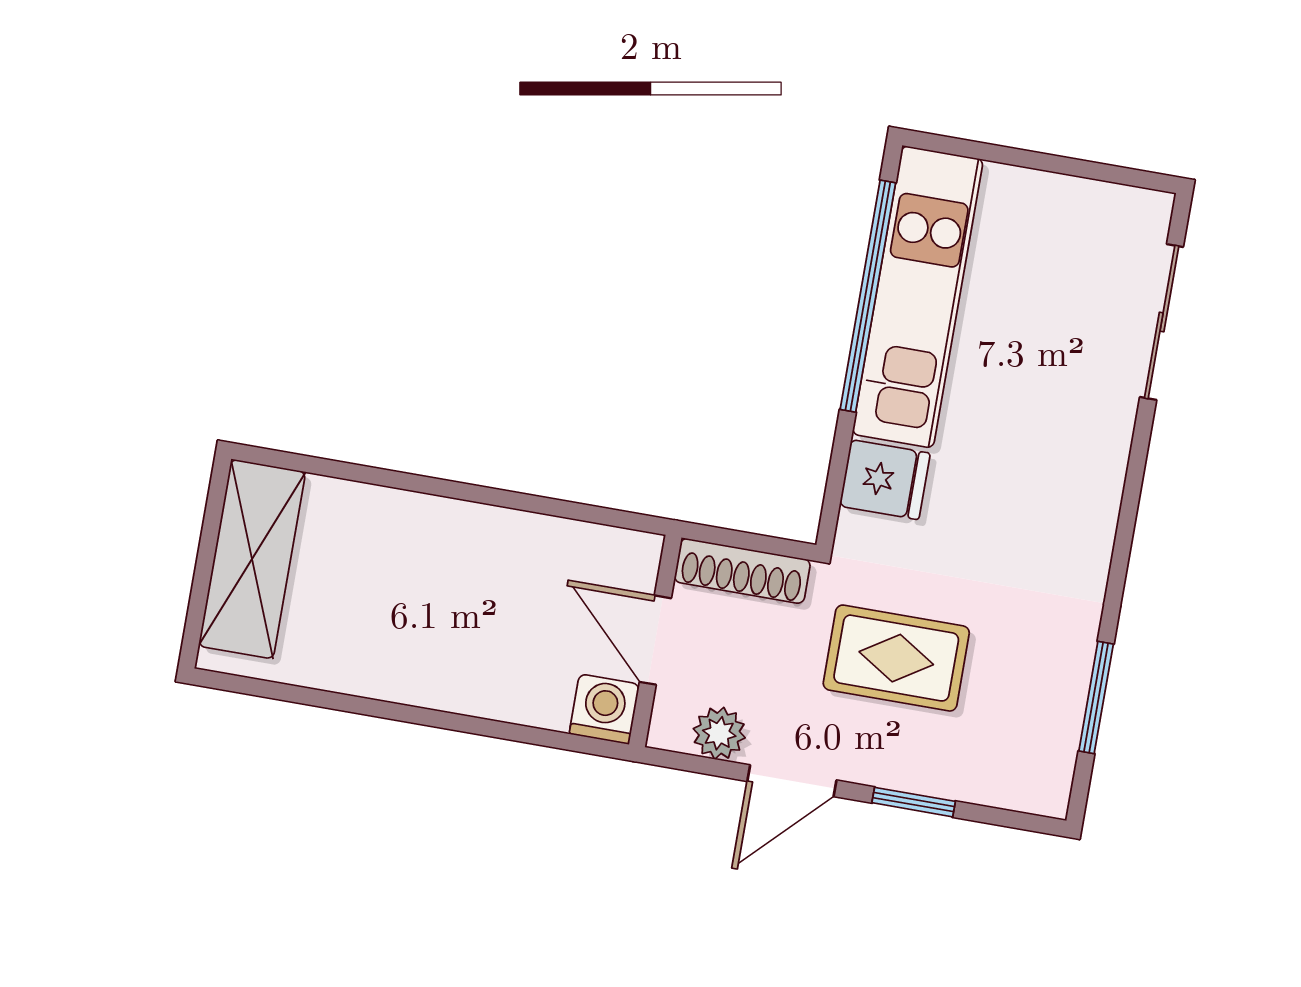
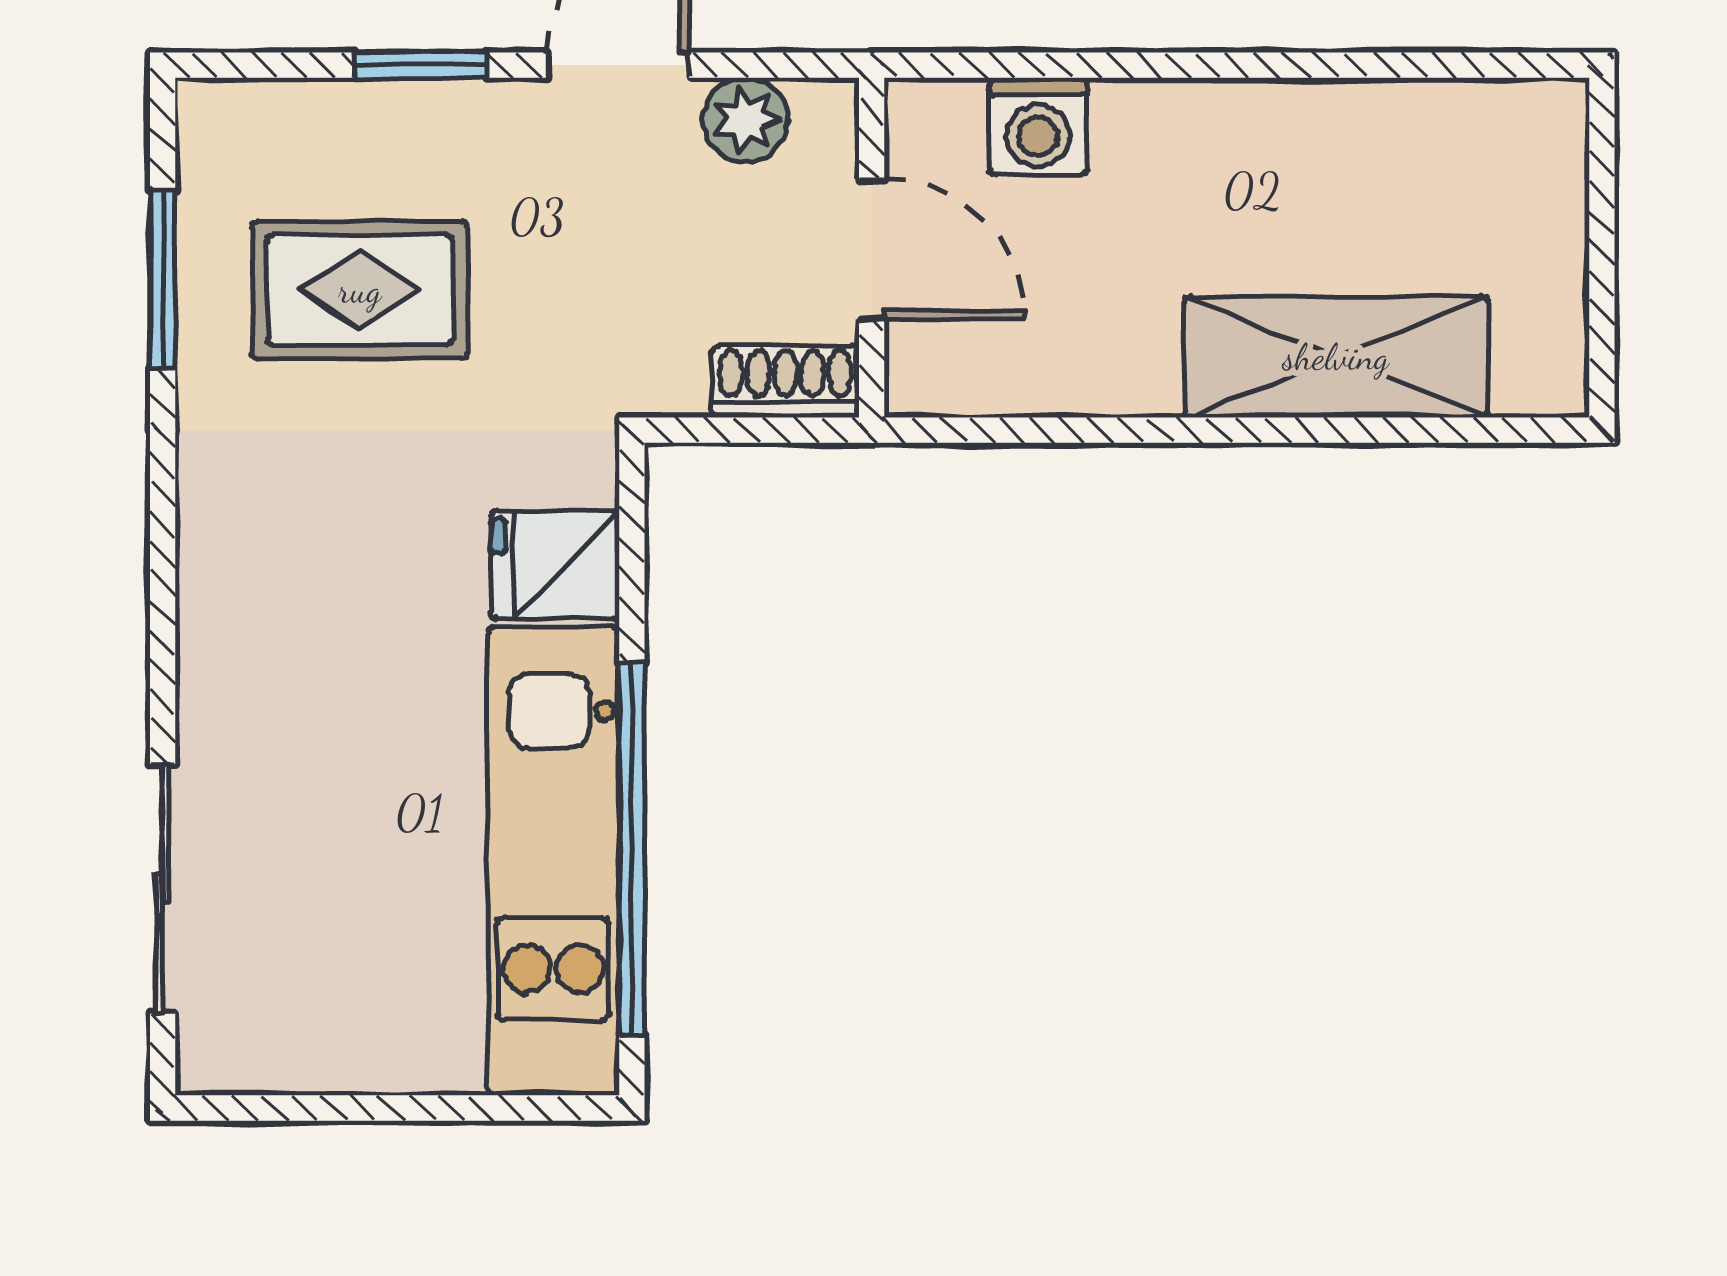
shelving: (252, 559) -> (1336, 357), moved, turned 90
shoe rack: (742, 571) -> (785, 382), width x0.70
rug: (896, 658) -> (360, 290), moved
washing machine: (604, 709) -> (1038, 126), moved

